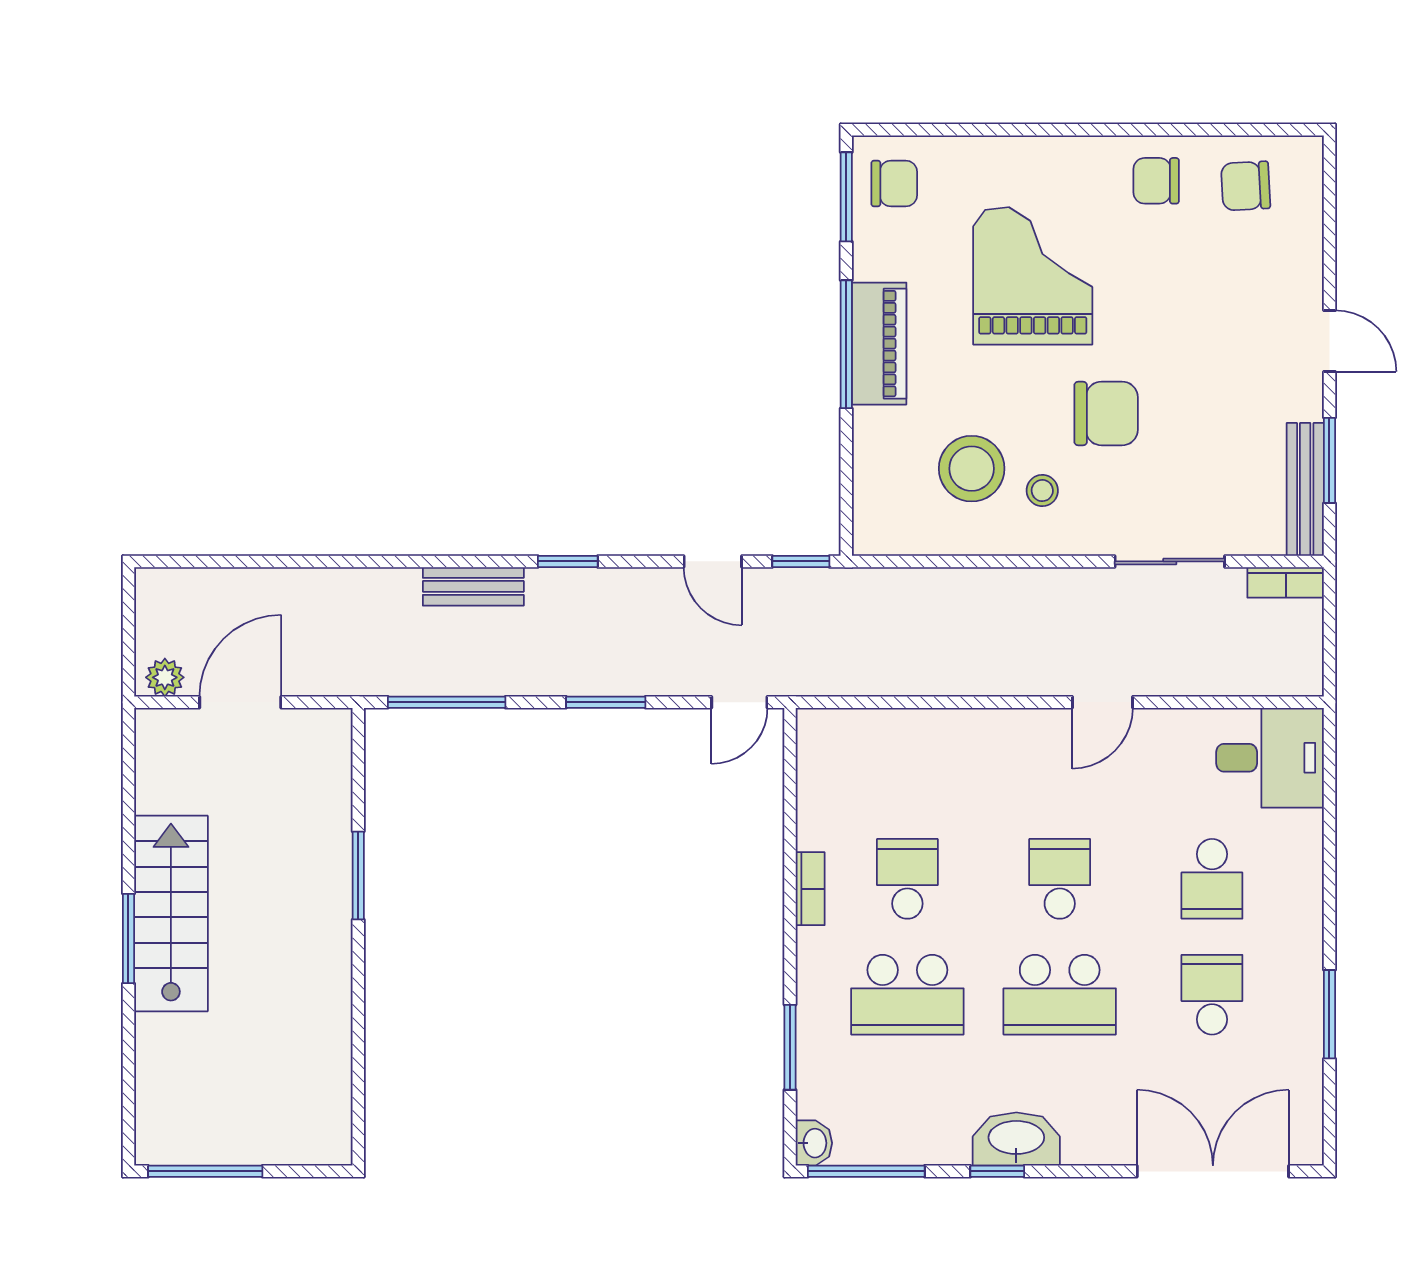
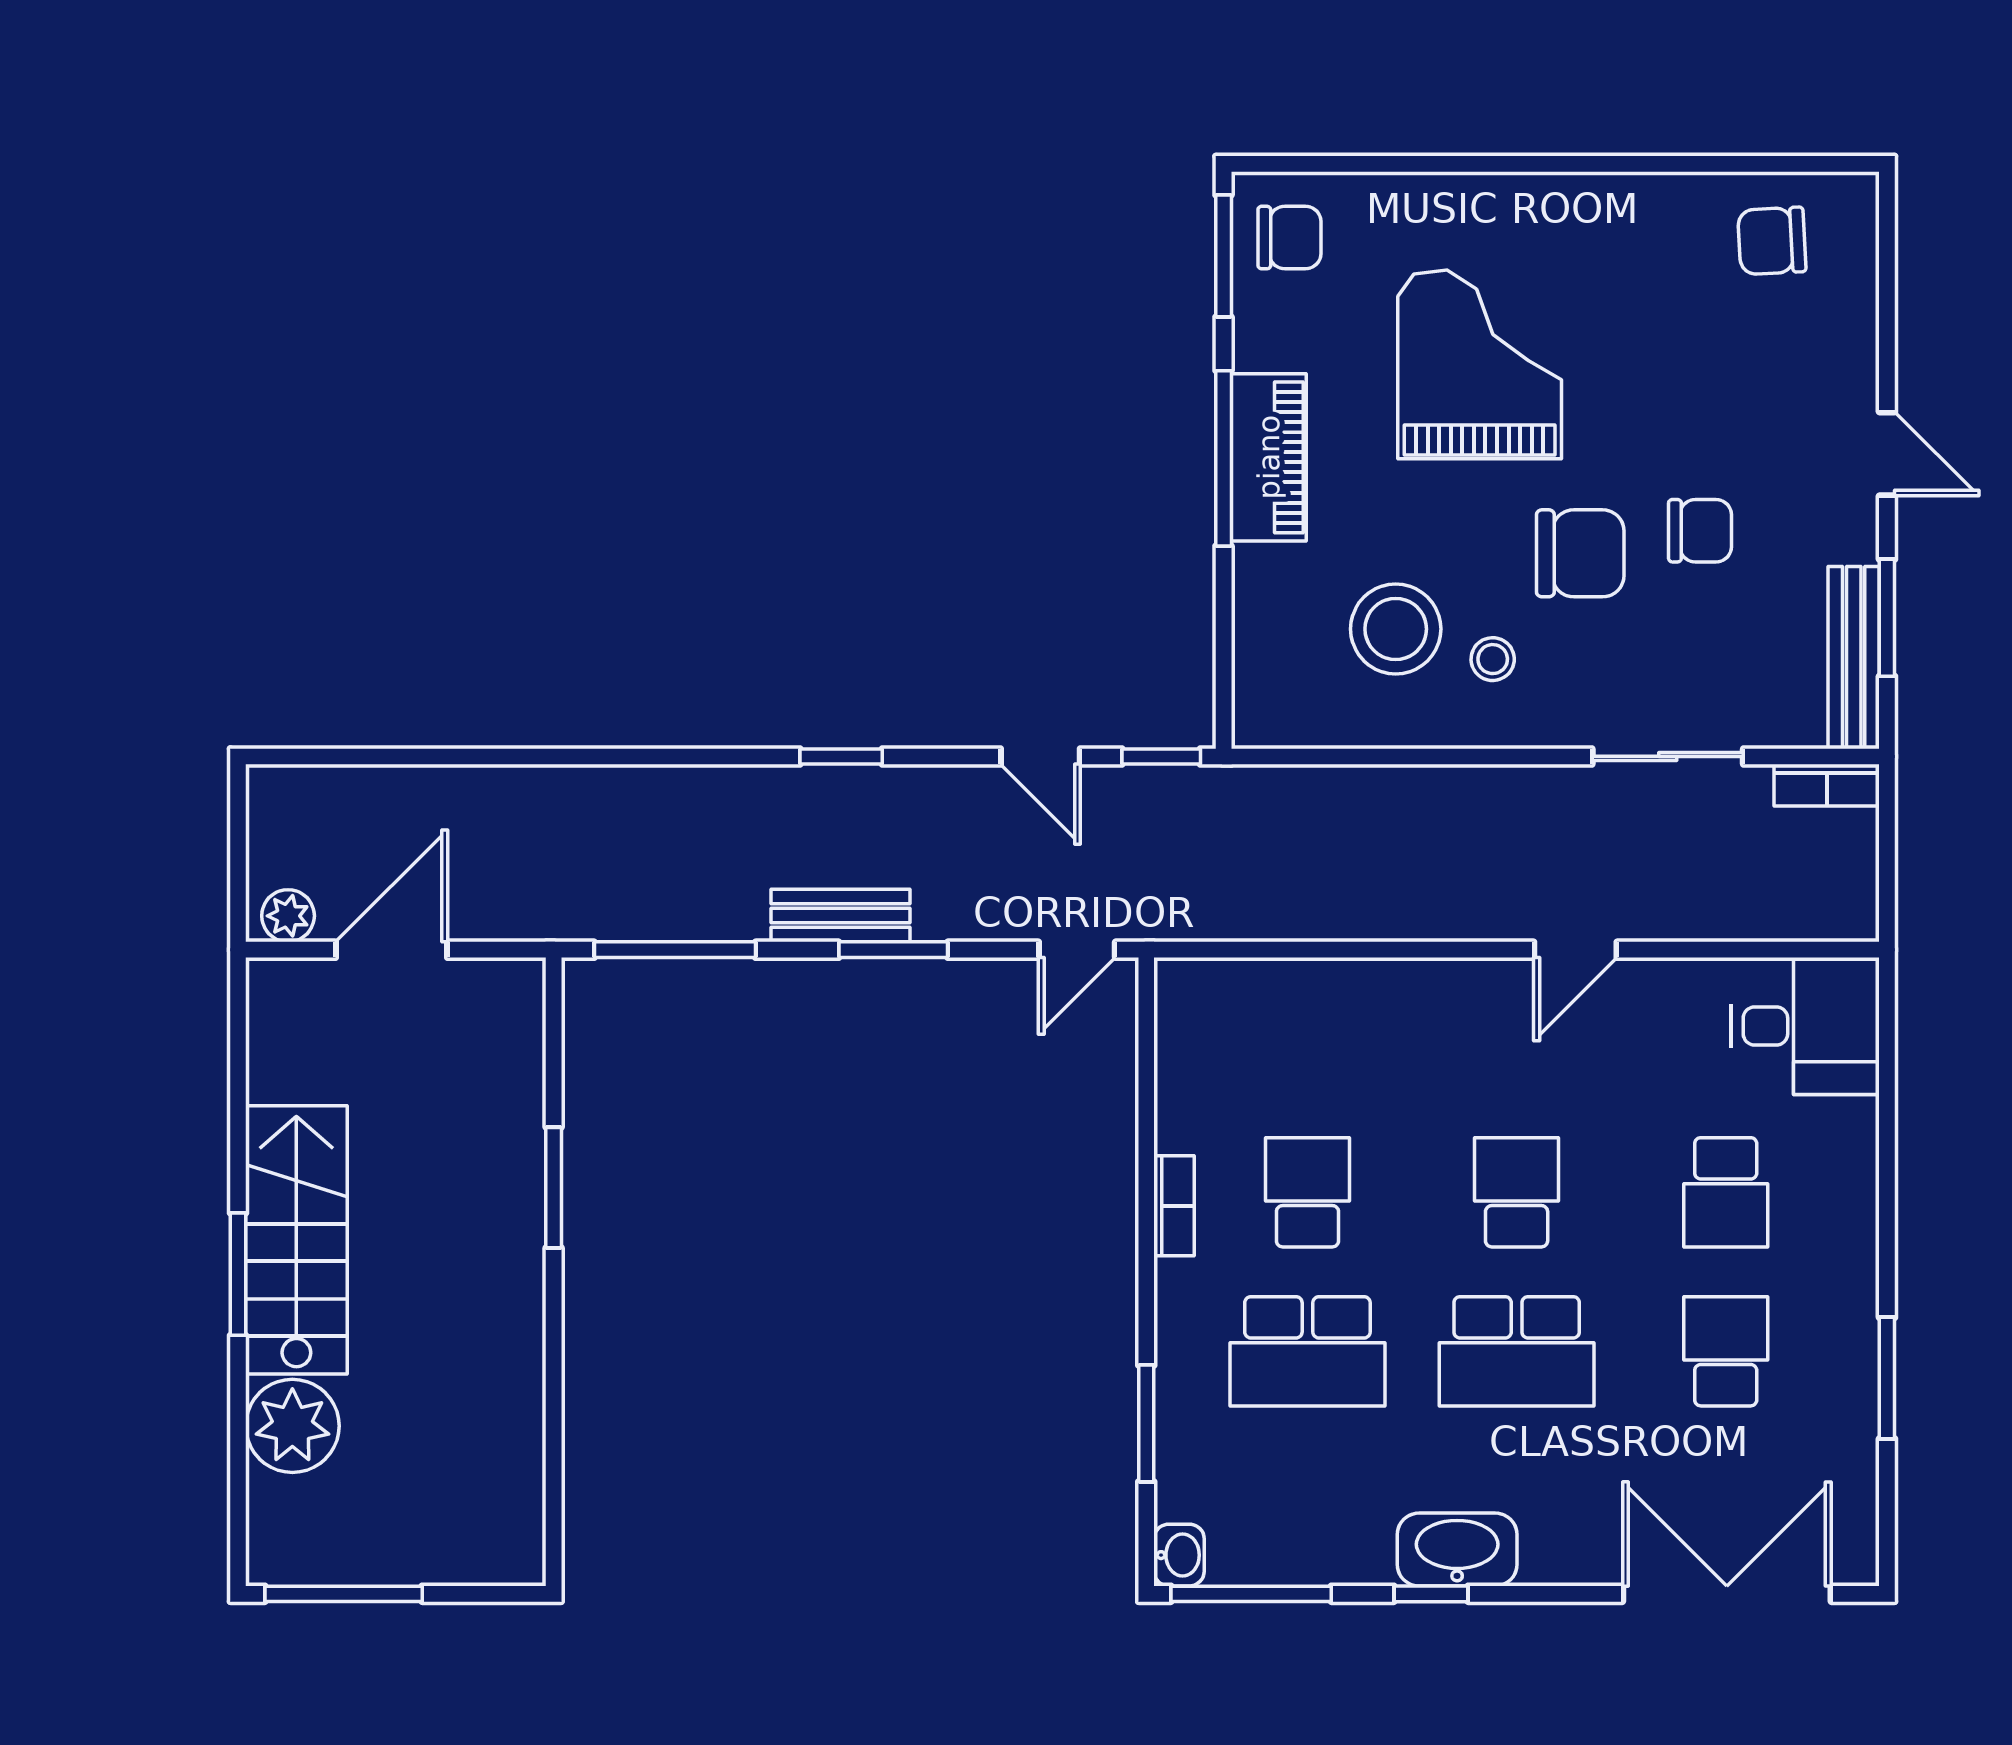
chair: (1156, 181) -> (1700, 531), moved, turned 180
bench: (473, 586) -> (841, 916), moved
plant: (168, 1049) -> (292, 1426), added

